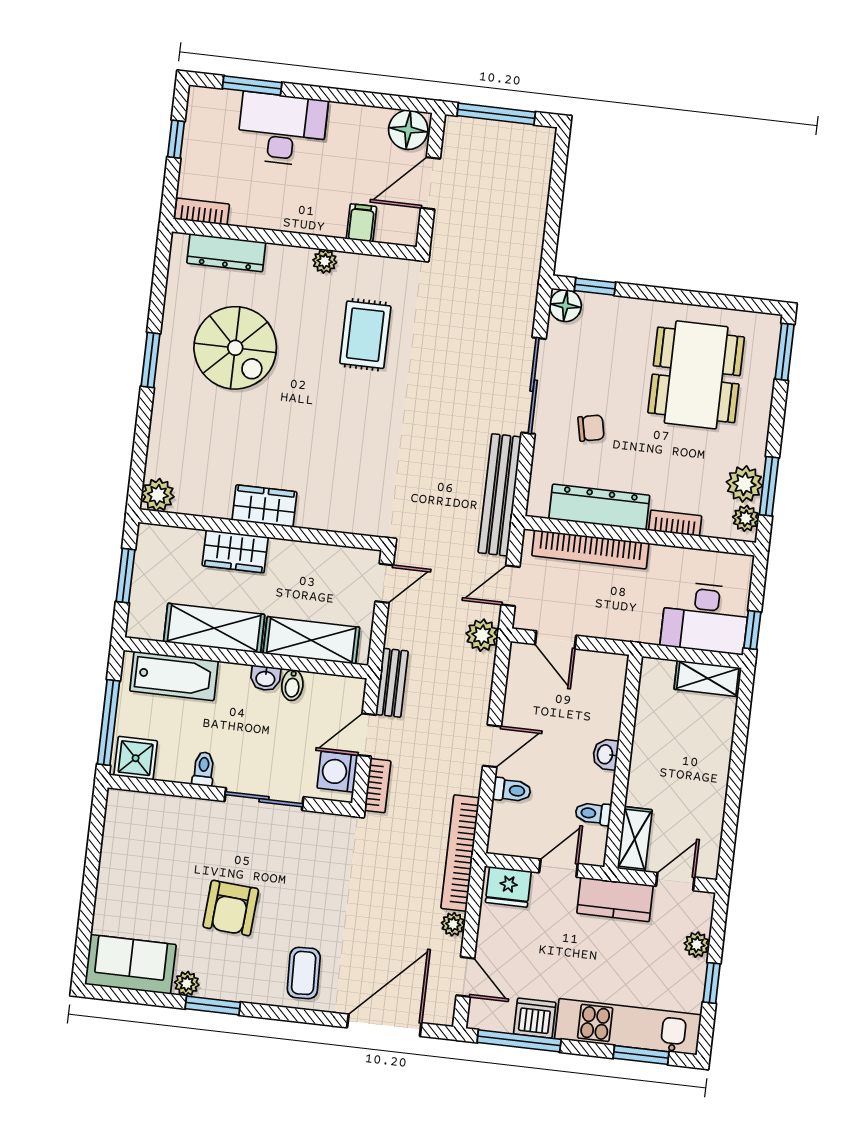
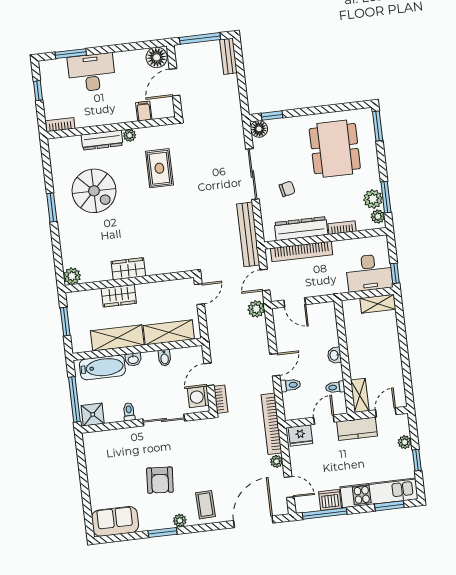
dresser: (226, 253) -> (102, 140), moved
washbasin: (265, 678) -> (133, 359), moved
bench: (392, 683) -> (228, 56), moved
plant: (187, 984) -> (180, 521), moved

